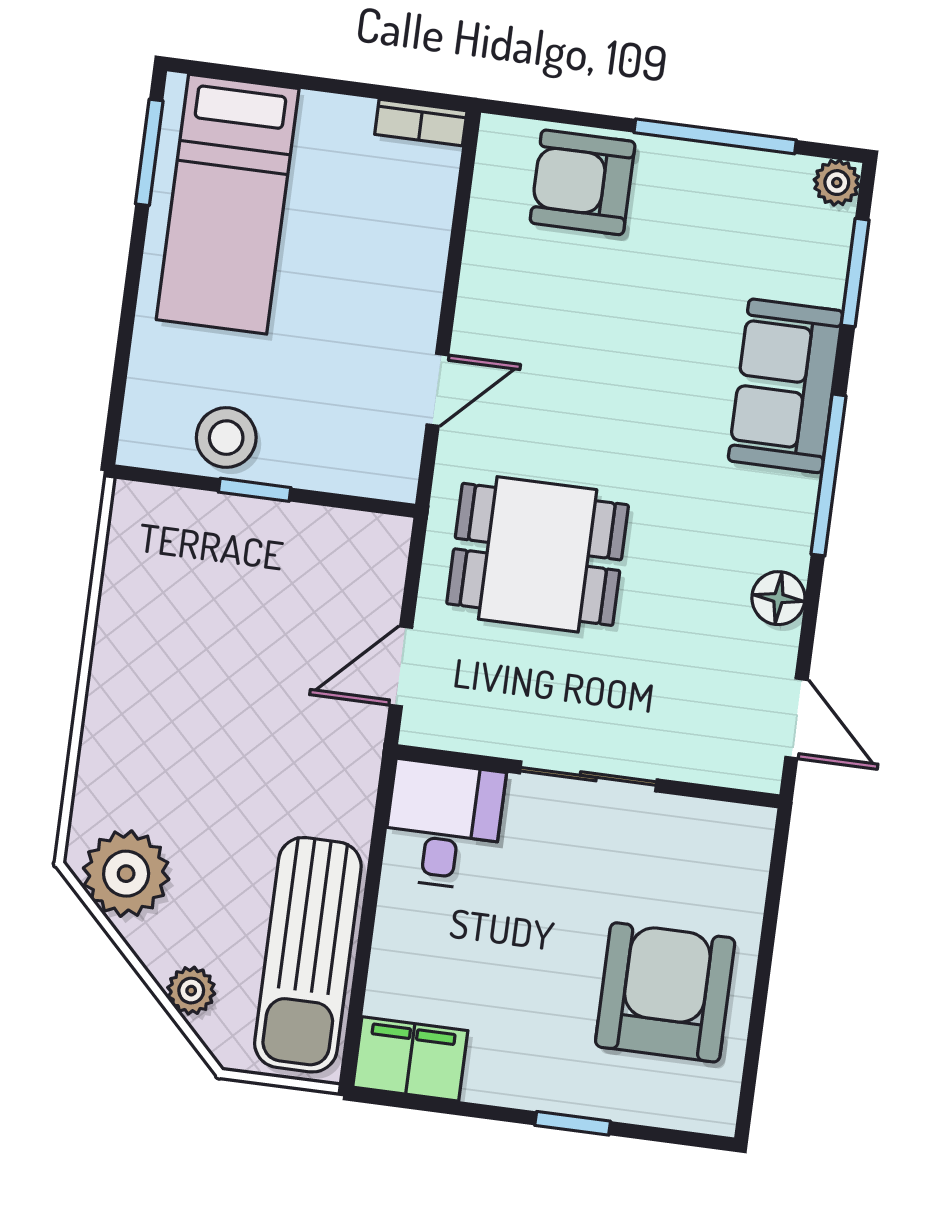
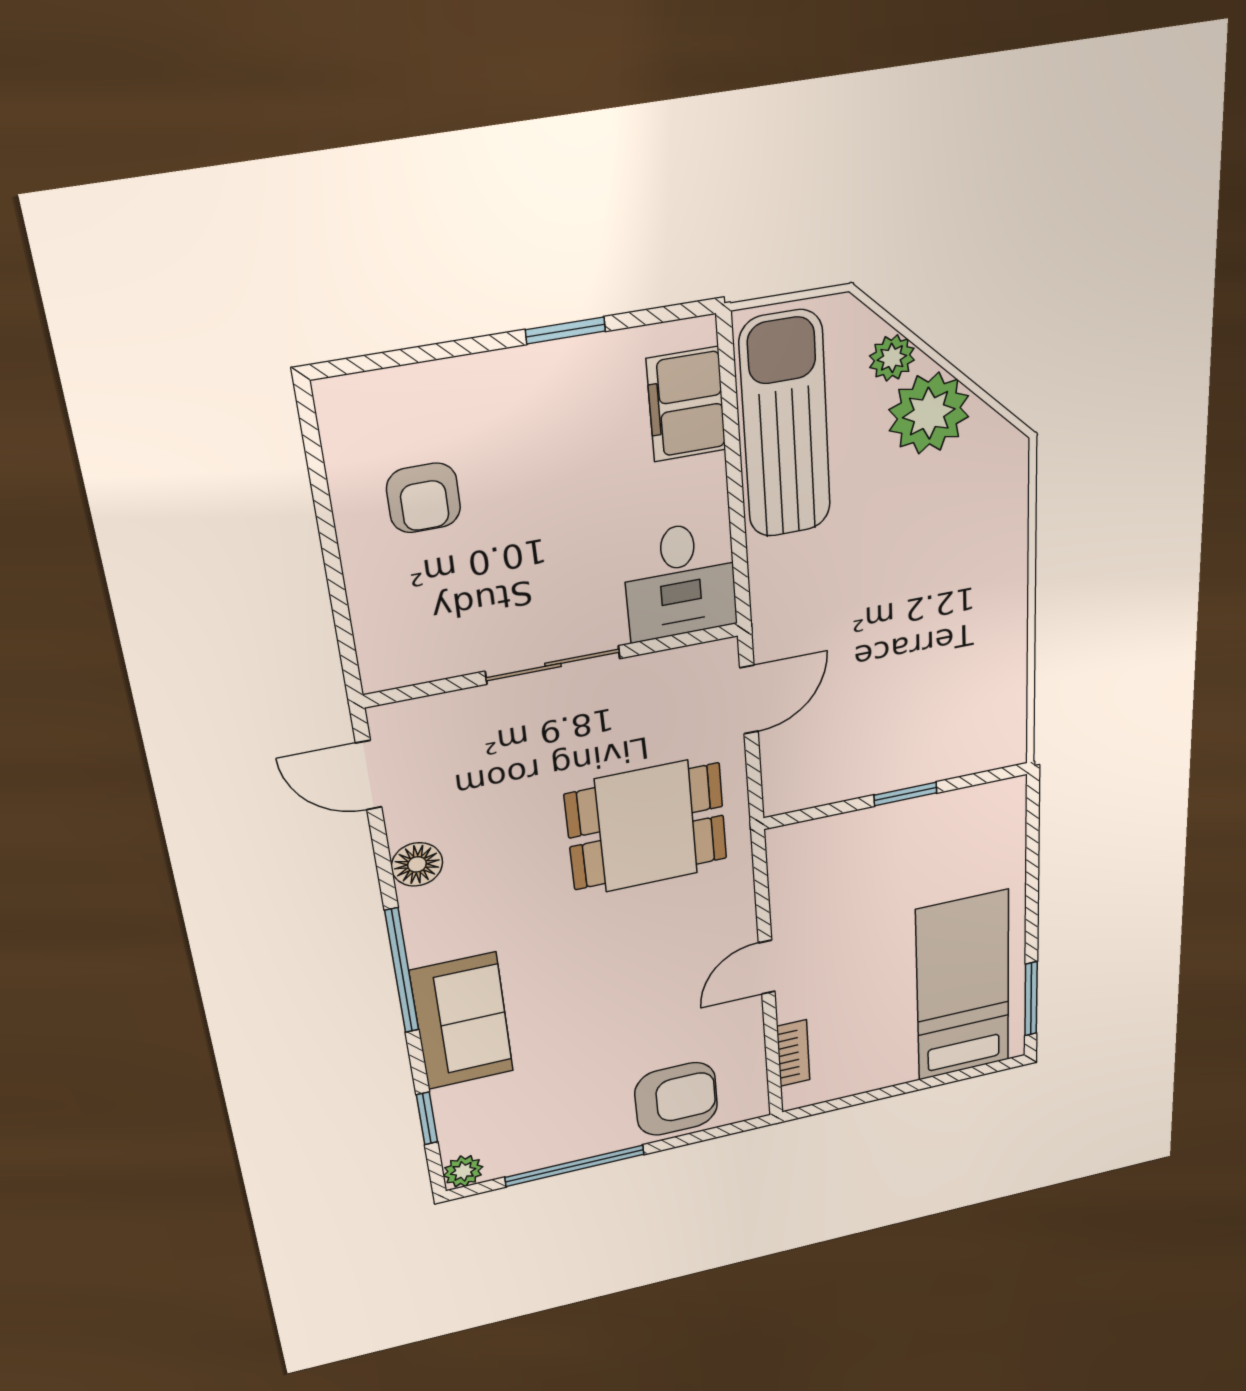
bookcase: (421, 123) -> (793, 1053), moved, turned 90
window: (855, 273) -> (427, 1118), width x0.67
door: (437, 390) -> (767, 967), moved
stool: (226, 438) -> (936, 824), removed
plant: (126, 874) -> (929, 413), moved
armchair: (665, 992) -> (424, 498), width x0.53, depth x0.53
filing cabinet: (410, 1059) -> (686, 404), moved, turned 90
window: (573, 1123) -> (565, 330), moved

